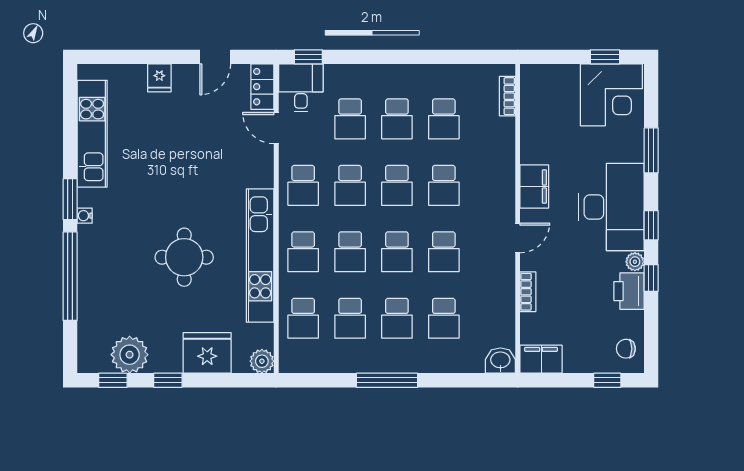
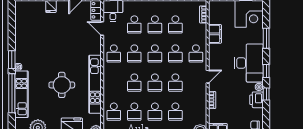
kitchen unit: (92, 134) -> (21, 94), moved
filing cabinet: (534, 187) -> (215, 34), moved
school desk: (303, 252) -> (196, 54), moved

